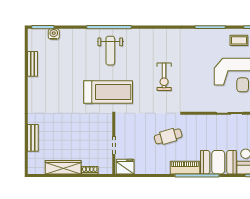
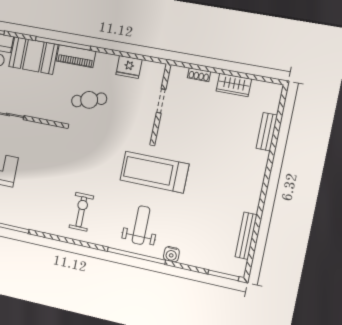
water cooler: (54, 34) -> (171, 254), moved
bench: (33, 64) -> (246, 236), width x1.36
exercise bike: (164, 77) -> (81, 212), moved
wardrobe: (63, 167) -> (234, 85), width x0.67
fridge: (125, 167) -> (129, 67), moved

